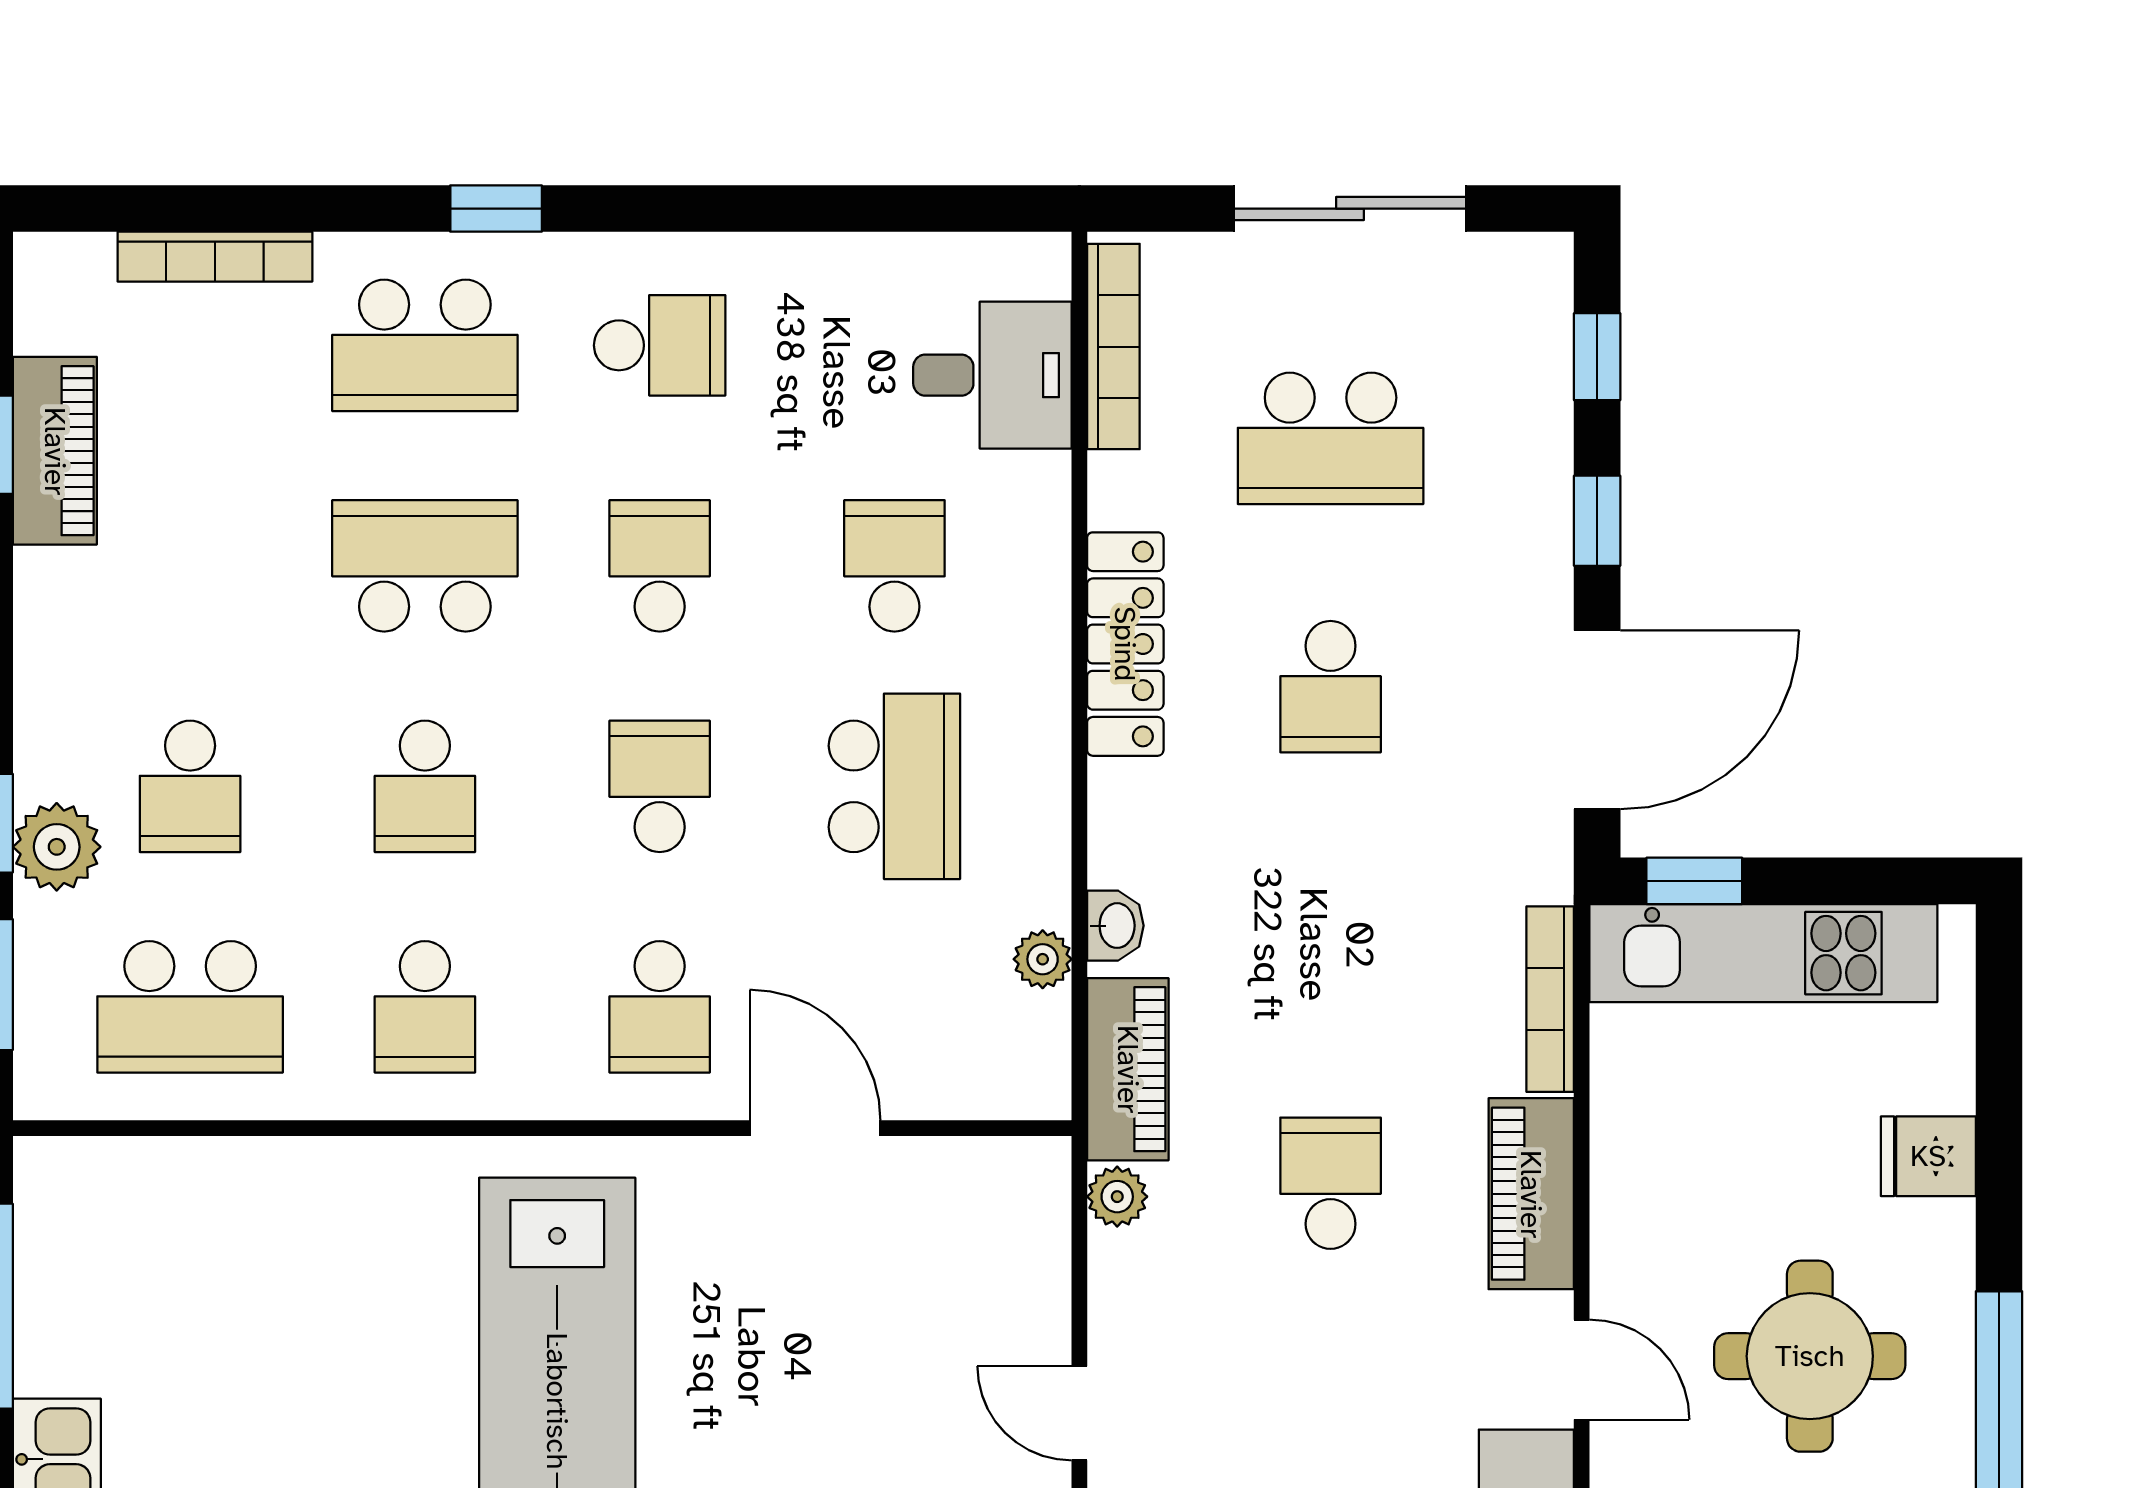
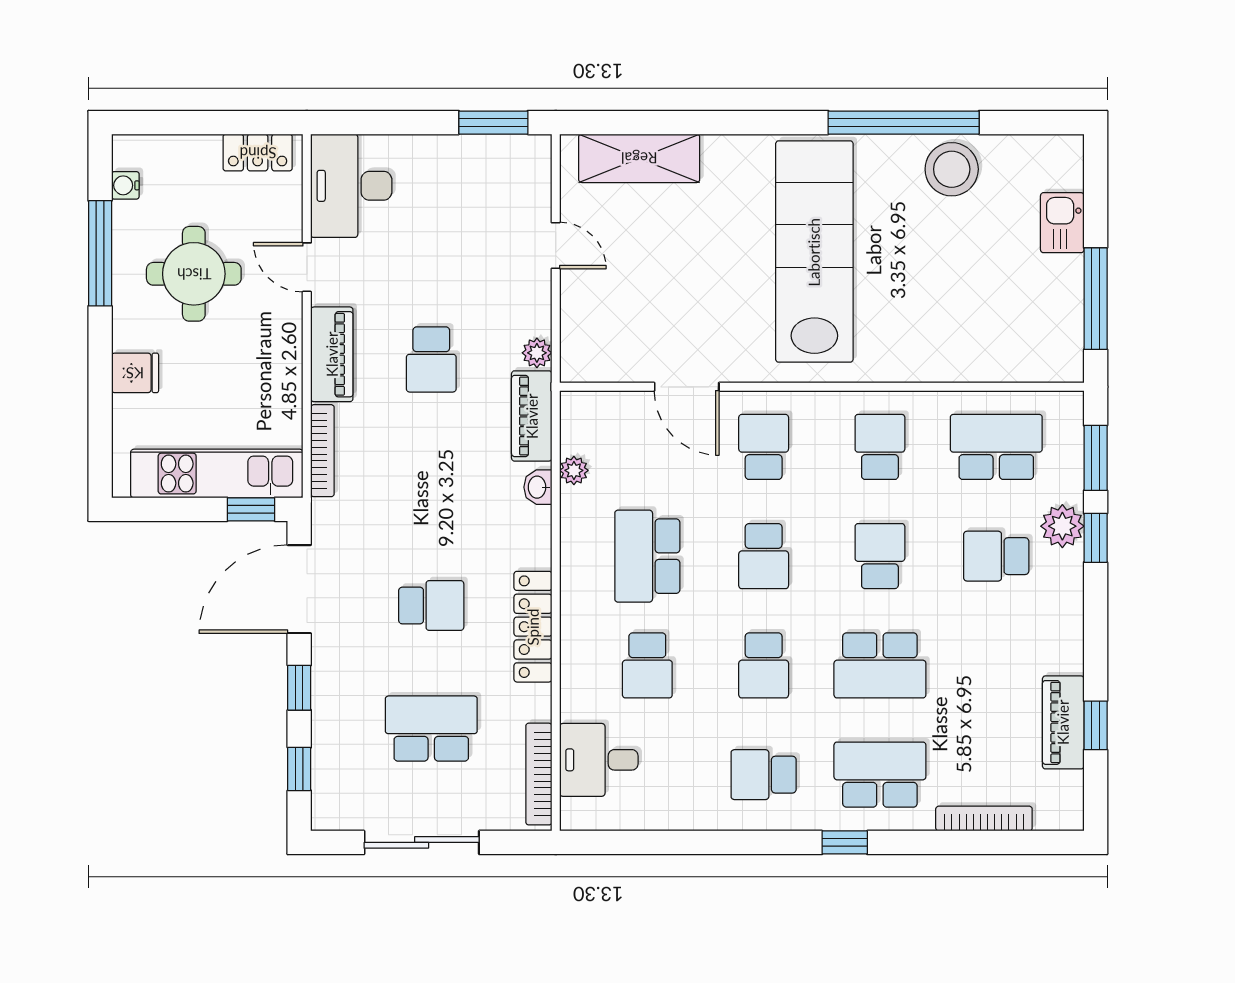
school desk: (1331, 687) -> (431, 606), turned 90
school desk: (190, 786) -> (996, 556), turned -90

